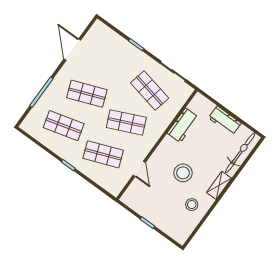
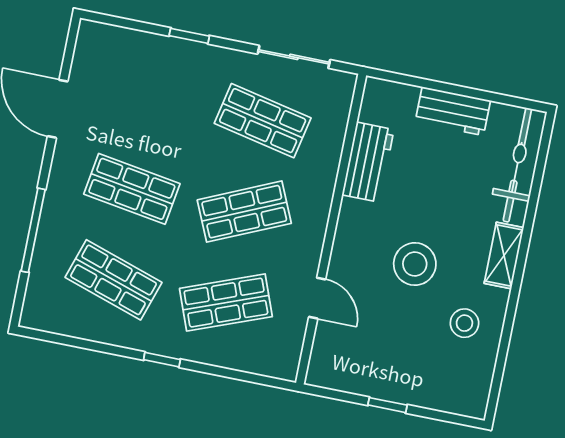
shop shelf: (87, 94) -> (132, 189), turned 30
shop shelf: (64, 126) -> (114, 280), turned 33

